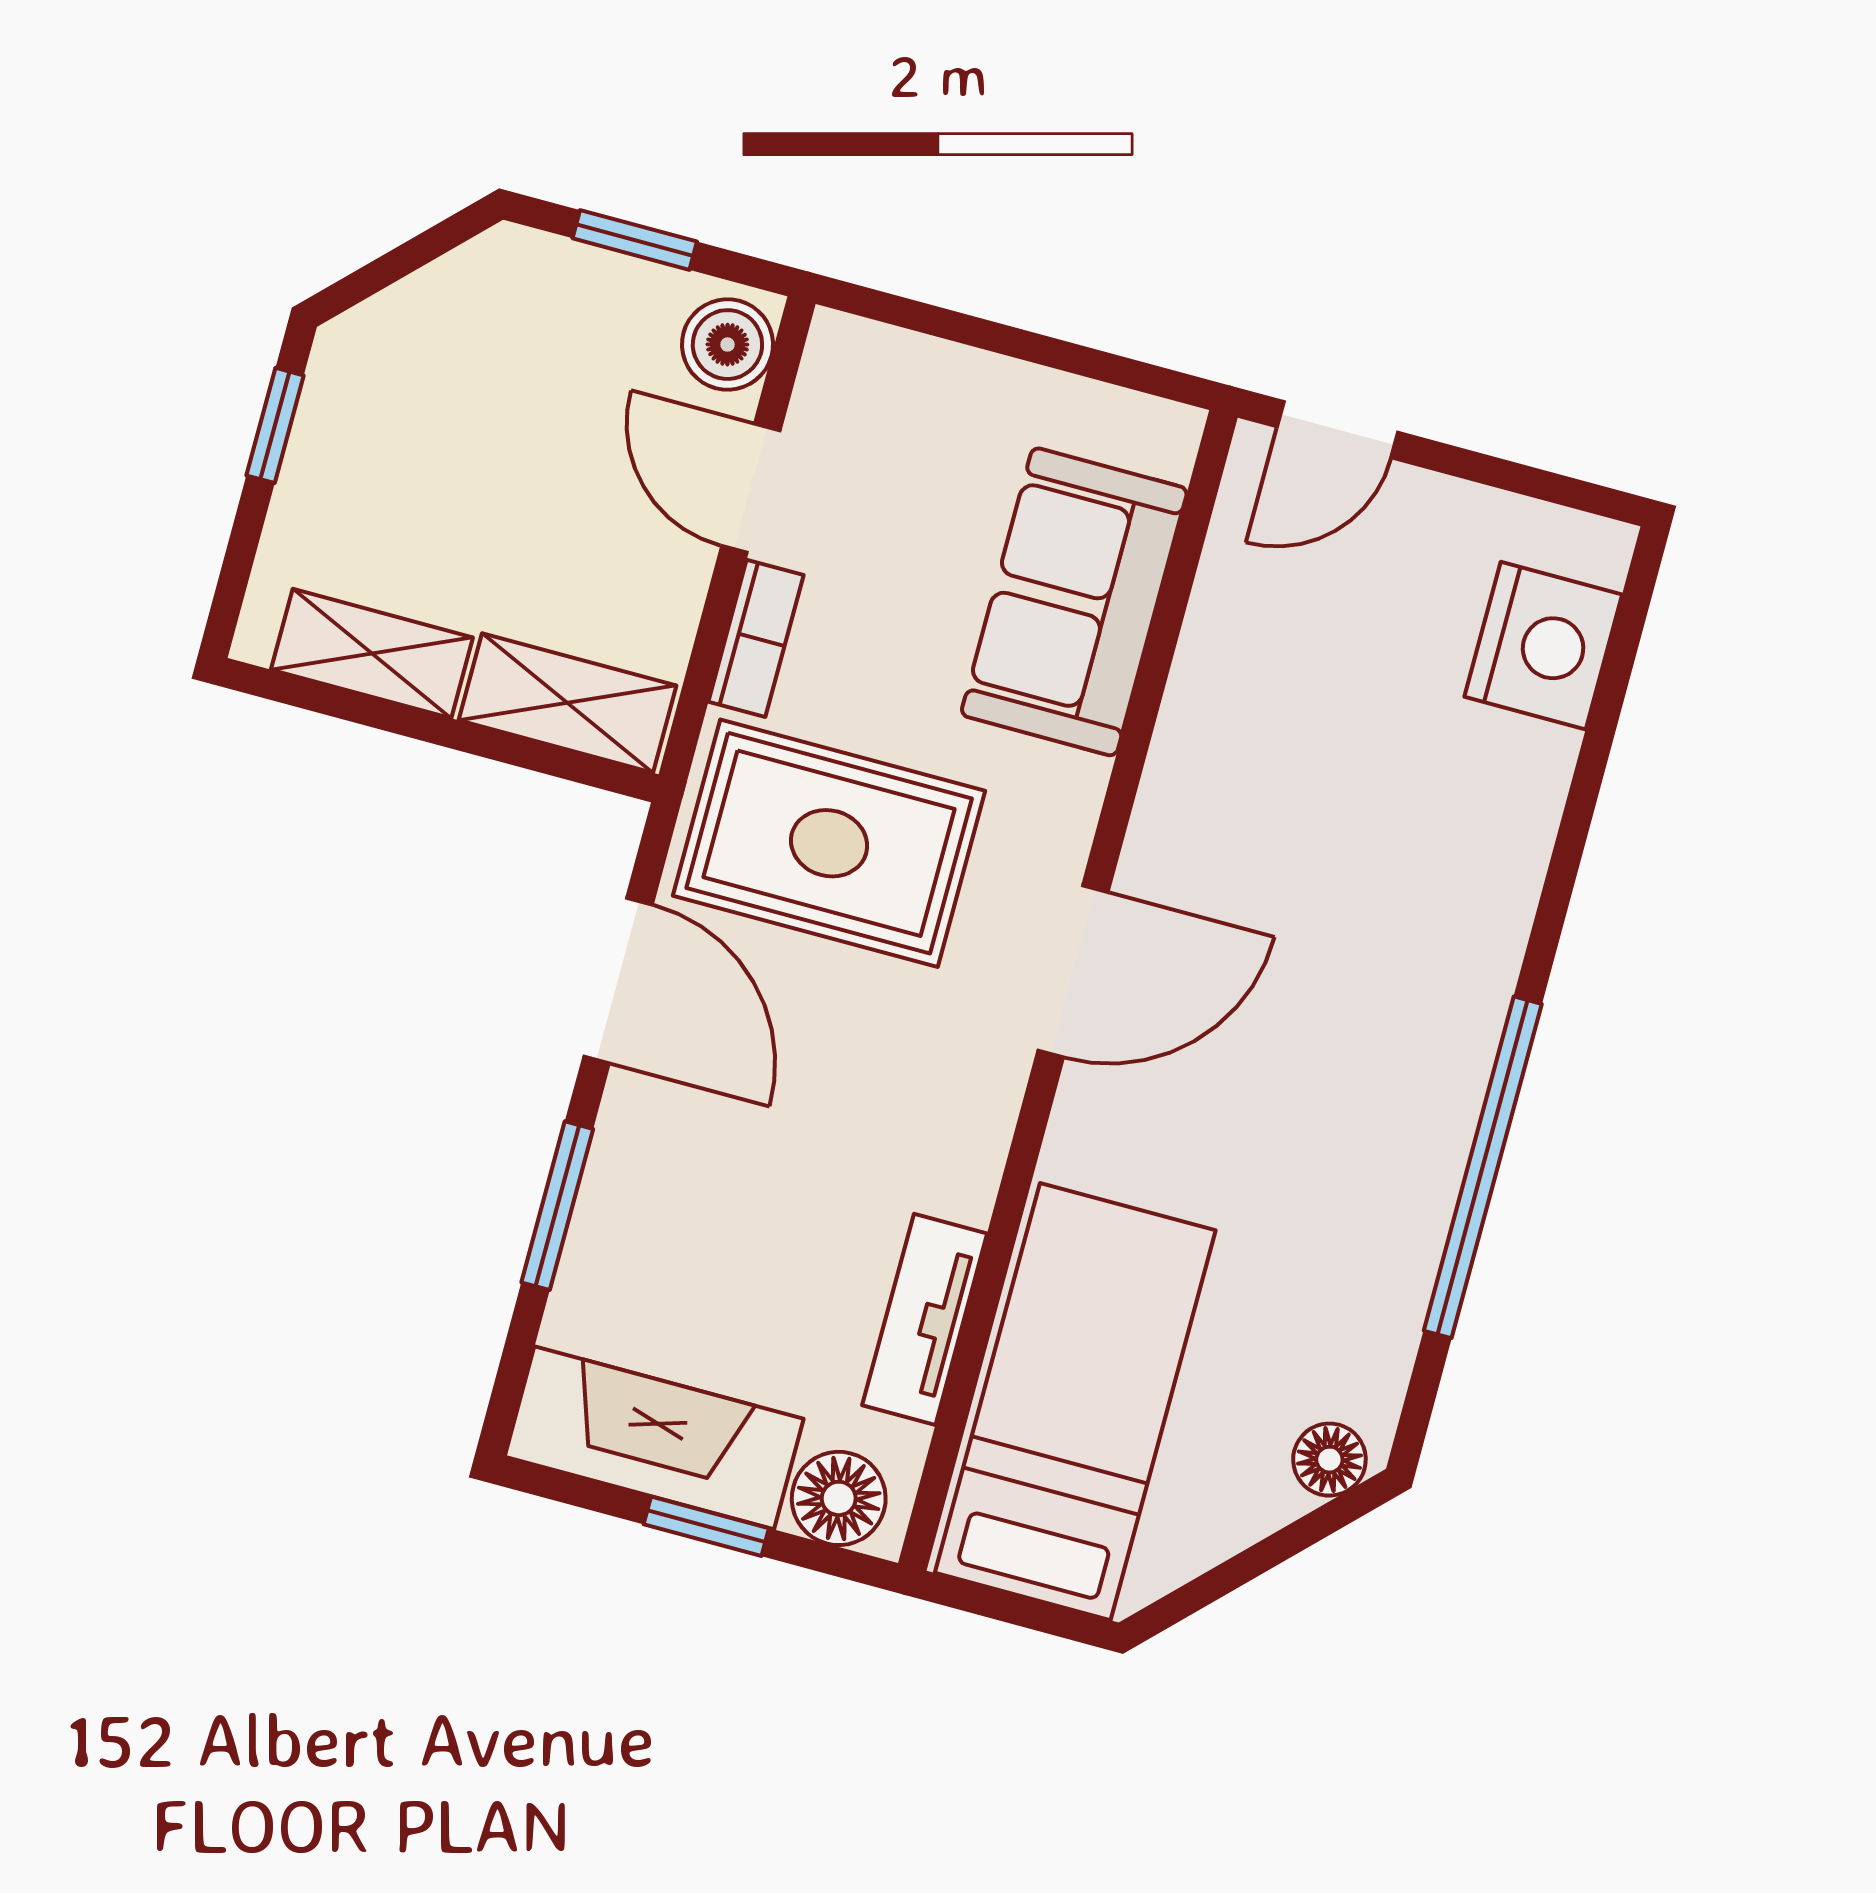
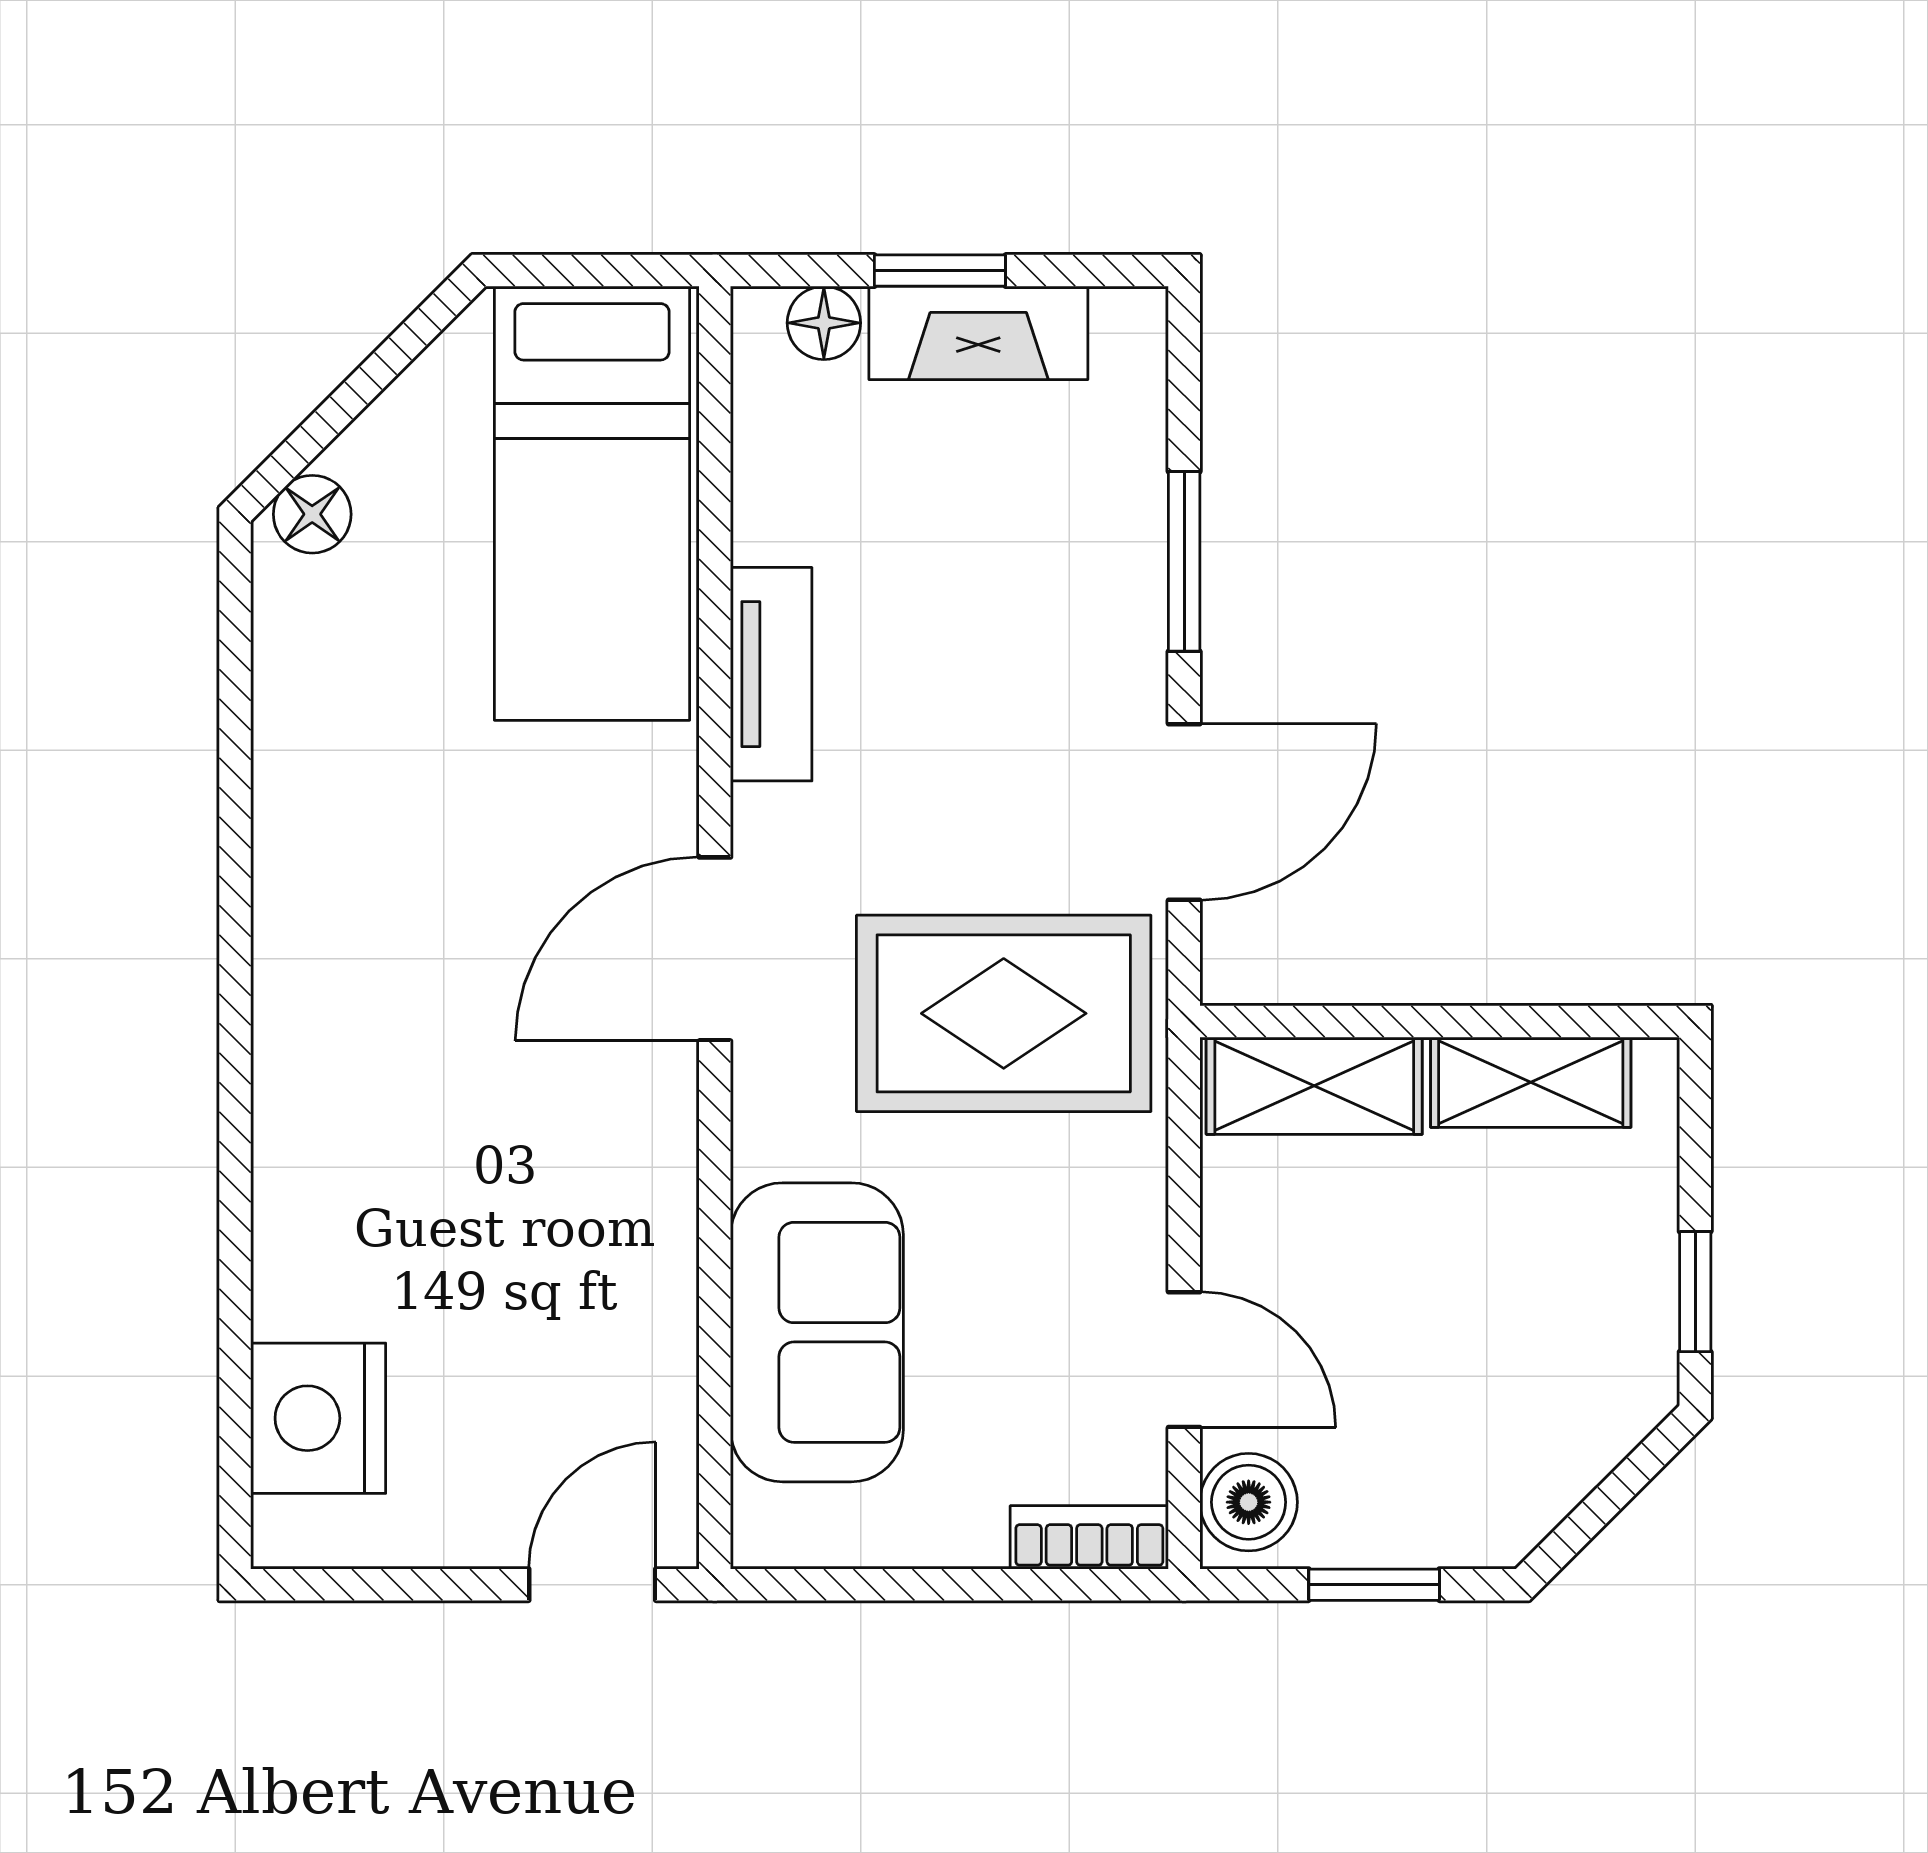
bookcase: (756, 638) -> (1089, 1537), moved, turned 90
door: (618, 980) -> (1184, 812), swing flipped
window: (1483, 1167) -> (235, 860), removed
tv unit: (925, 1319) -> (771, 674), moved
fireplace: (654, 1438) -> (978, 333), width x0.73, depth x0.76
floor lamp: (839, 1498) -> (824, 323), width x0.73, depth x0.73

